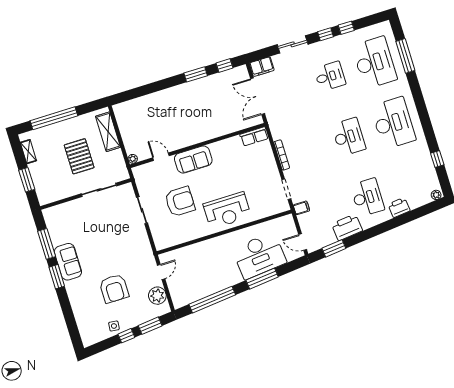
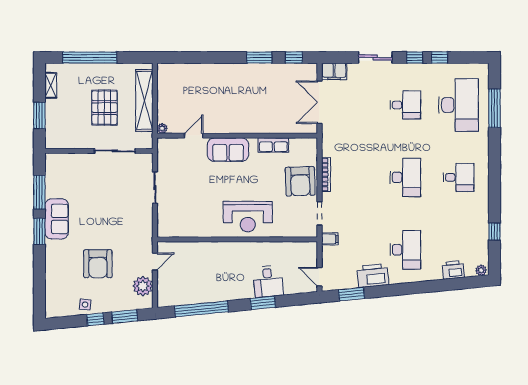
desk: (393, 123) -> (459, 177), width x0.53, depth x0.77
shelving: (108, 132) -> (144, 100), width x1.47
row of seats: (254, 136) -> (273, 145), moved
door: (161, 157) -> (194, 136), hinge flipped
armchair: (180, 201) -> (300, 181), moved, turned 88
printer: (399, 207) -> (453, 270), moved
desk: (259, 256) -> (268, 281), width x0.53, depth x0.77
window: (262, 279) -> (263, 303), width x0.69

